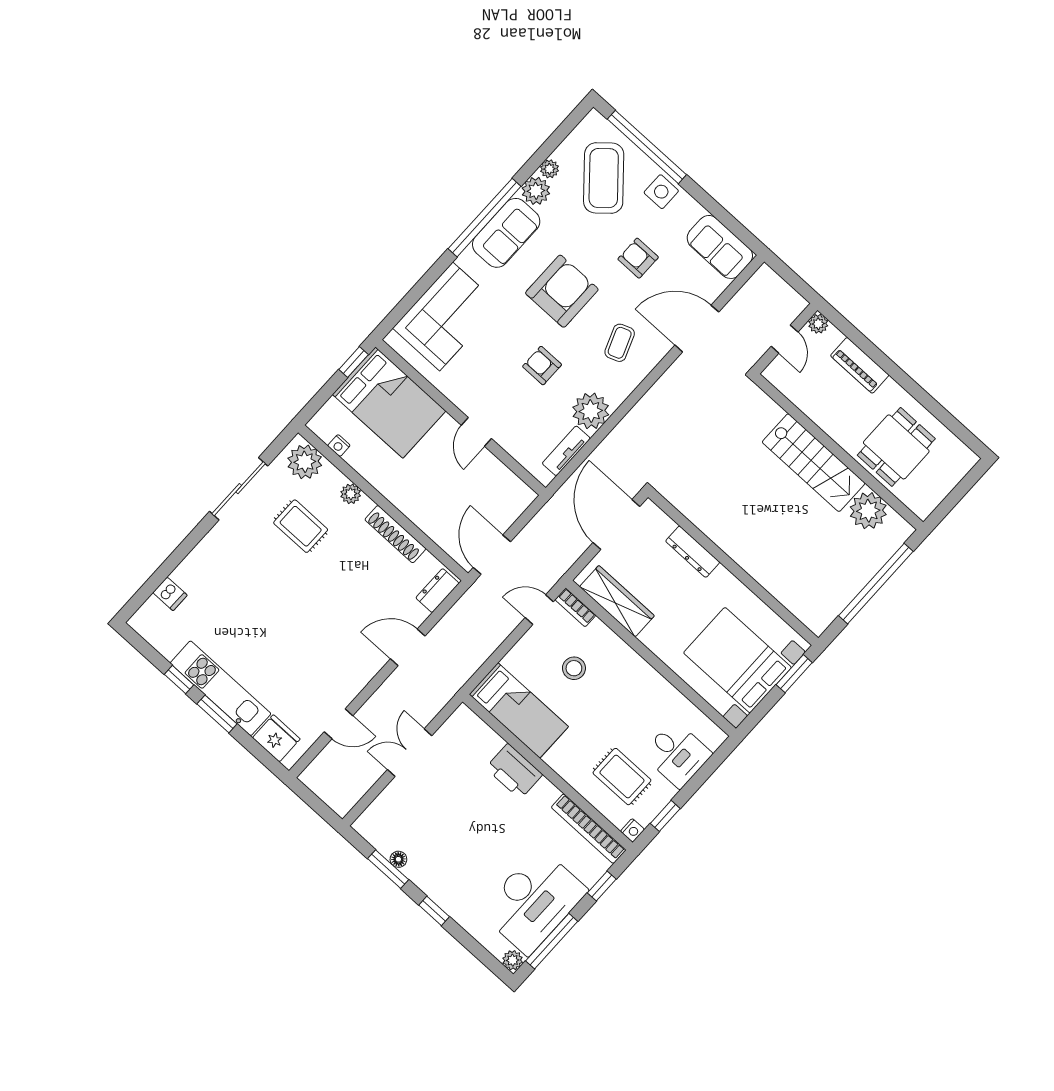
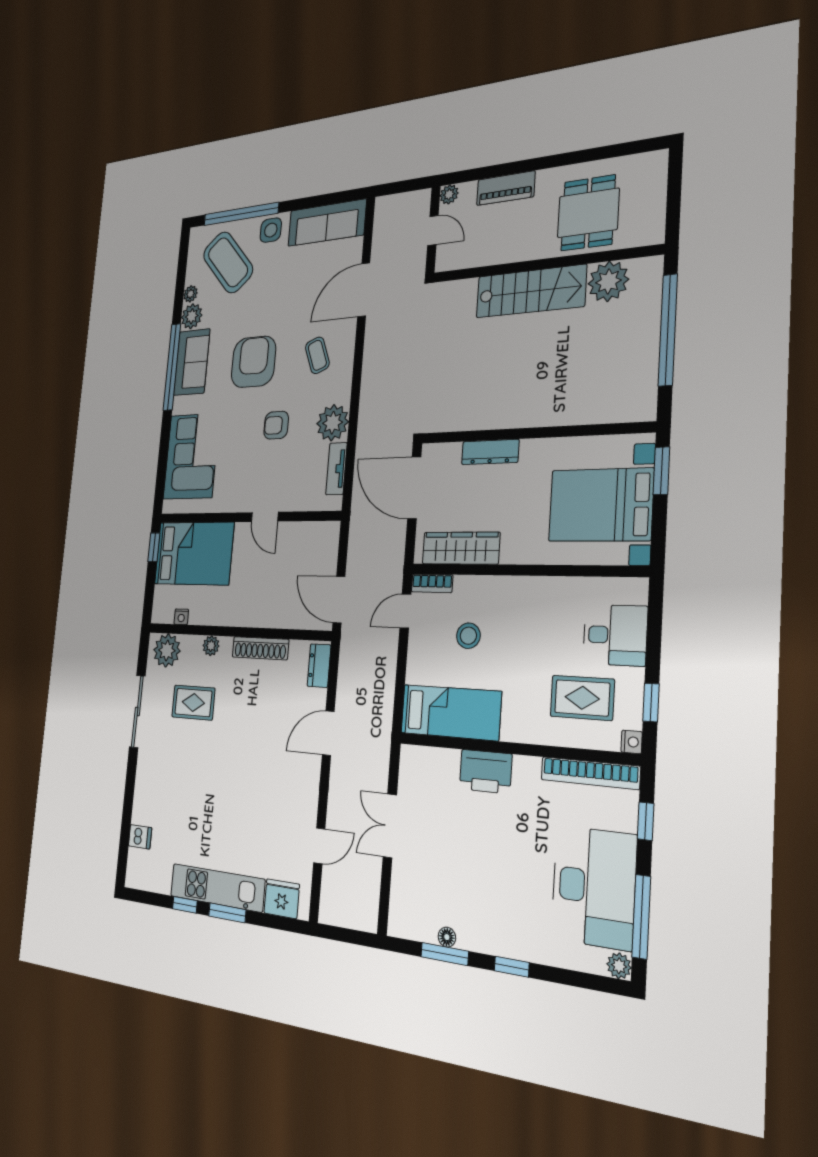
sofa: (720, 247) -> (327, 223), width x1.36
armchair: (638, 258) -> (288, 287), removed

